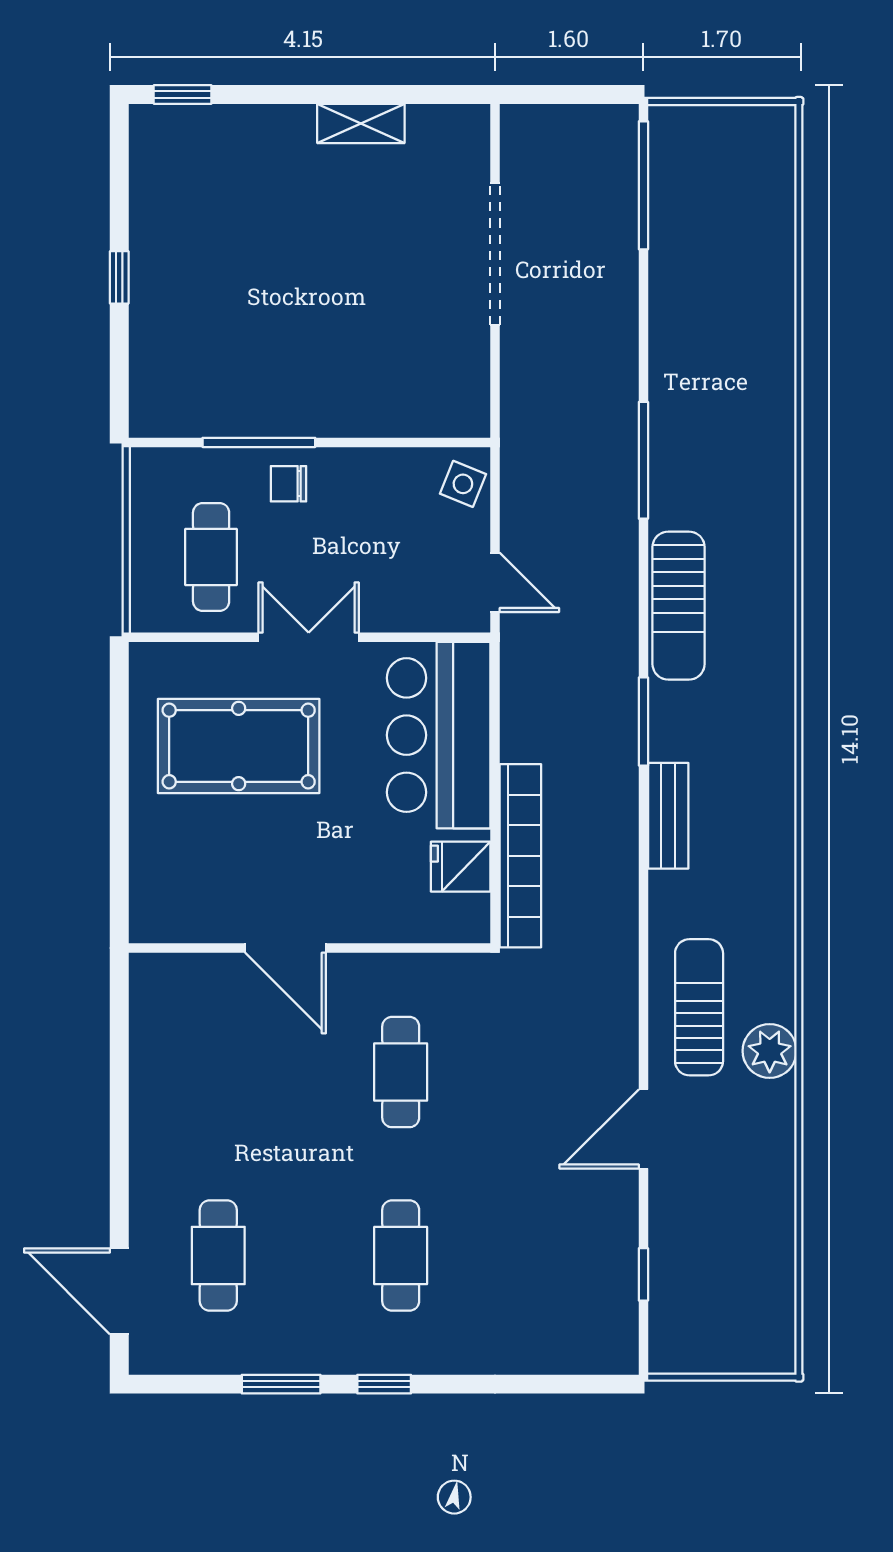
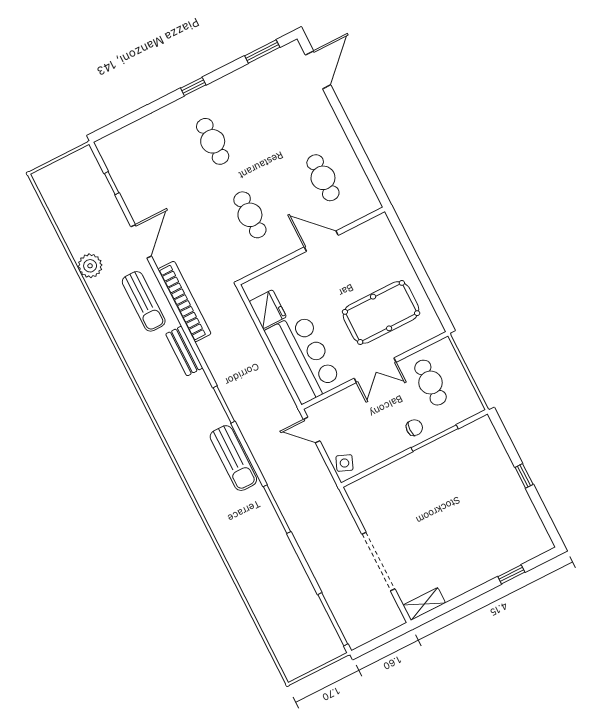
window: (183, 94) -> (511, 574), moved
shelving: (361, 123) -> (424, 604), moved
sun lounger: (679, 606) -> (233, 458), turned 180
bench: (668, 816) -> (184, 351), moved
bookcase: (520, 856) -> (184, 302), moved, turned 180
fridge: (461, 867) -> (268, 309), width x1.38
plant: (770, 1051) -> (90, 266), moved
cafe table: (218, 1256) -> (323, 178), moved
door: (119, 1291) -> (318, 70), hinge flipped
window: (281, 1384) -> (262, 52), moved

